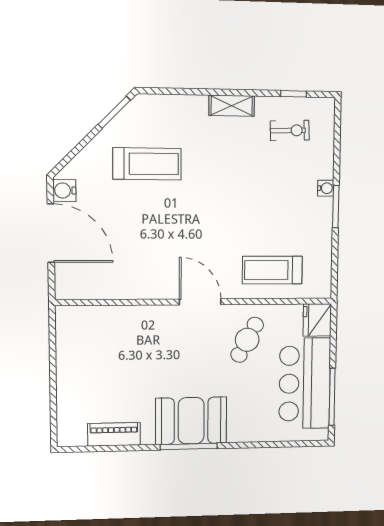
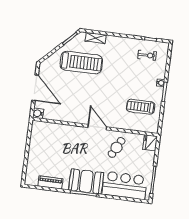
shelving: (232, 106) -> (96, 38), moved
treadmill: (147, 164) -> (81, 63), width x1.37, depth x1.37
water cooler: (64, 190) -> (38, 113), moved
treadmill: (272, 270) -> (141, 107), moved
bar counter: (305, 383) -> (125, 185), moved, turned 90

